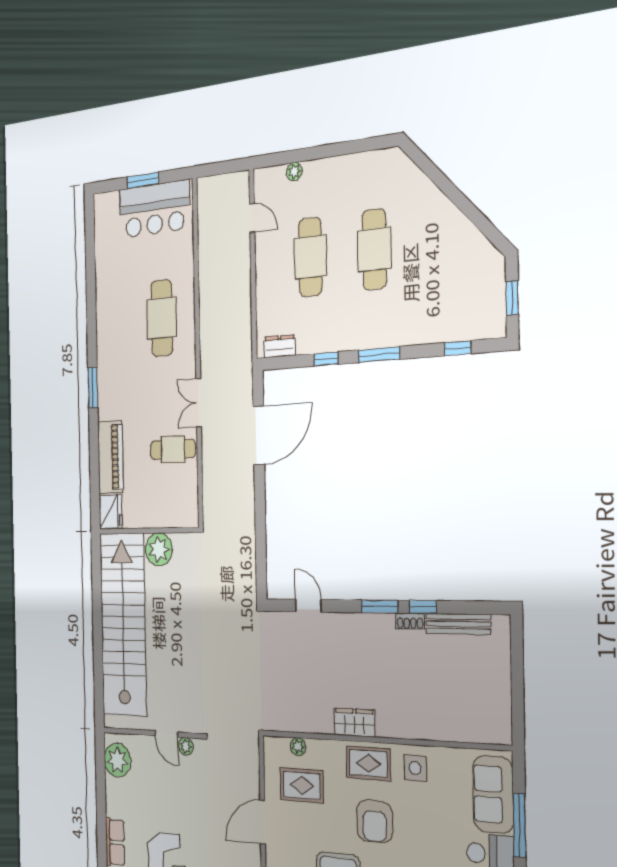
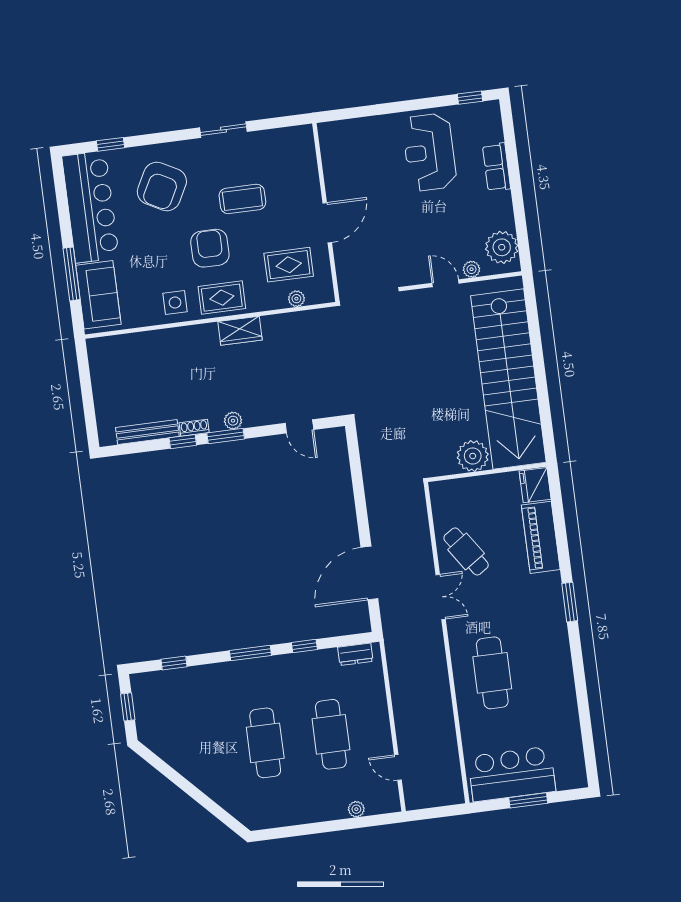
cafe table: (173, 449) -> (466, 551), turned 56
plant: (371, 623) -> (233, 421), added
plant: (186, 746) -> (472, 269), moved

